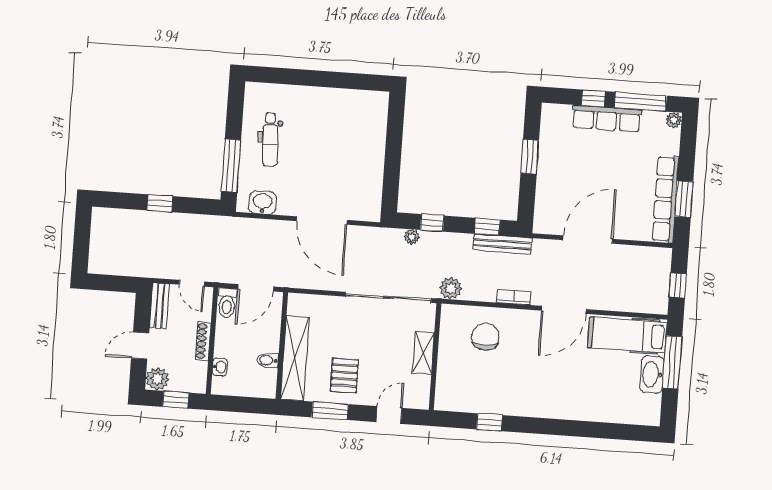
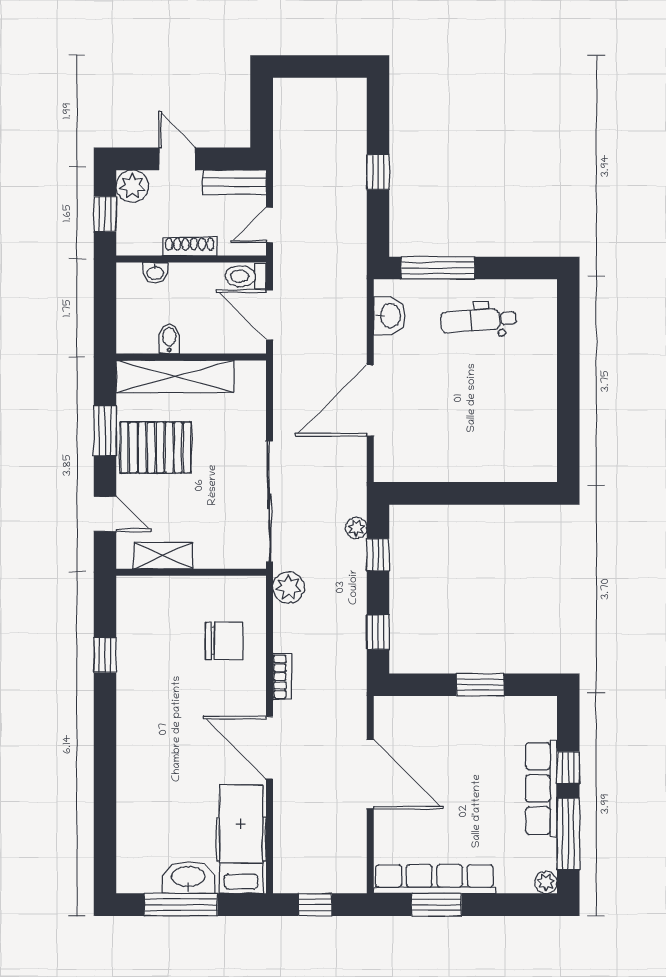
bench: (502, 244) -> (355, 655), removed
shelving: (423, 353) -> (163, 556), moved
window: (672, 362) -> (181, 905), moved
pallet: (344, 376) -> (156, 448), width x1.50, depth x1.42

